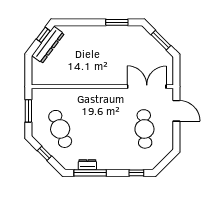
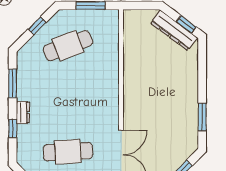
dresser: (87, 165) -> (23, 112), moved
window: (90, 173) -> (13, 83), width x0.69
window: (136, 173) -> (13, 128), moved

